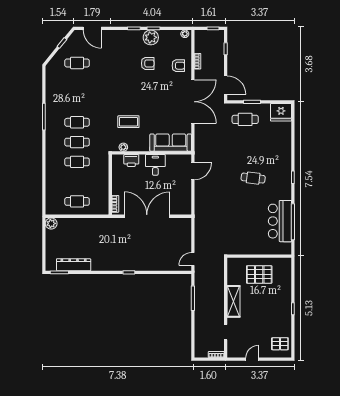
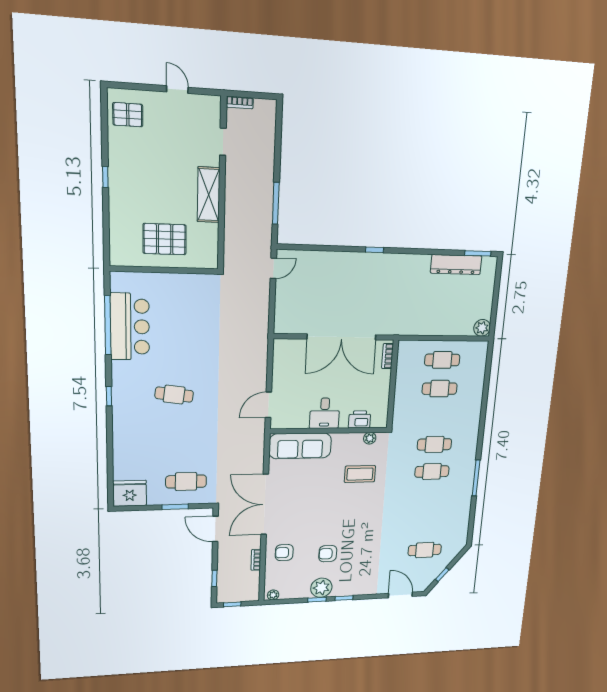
cafe table: (77, 162) -> (440, 389), moved
door: (252, 359) -> (177, 90), swing flipped

